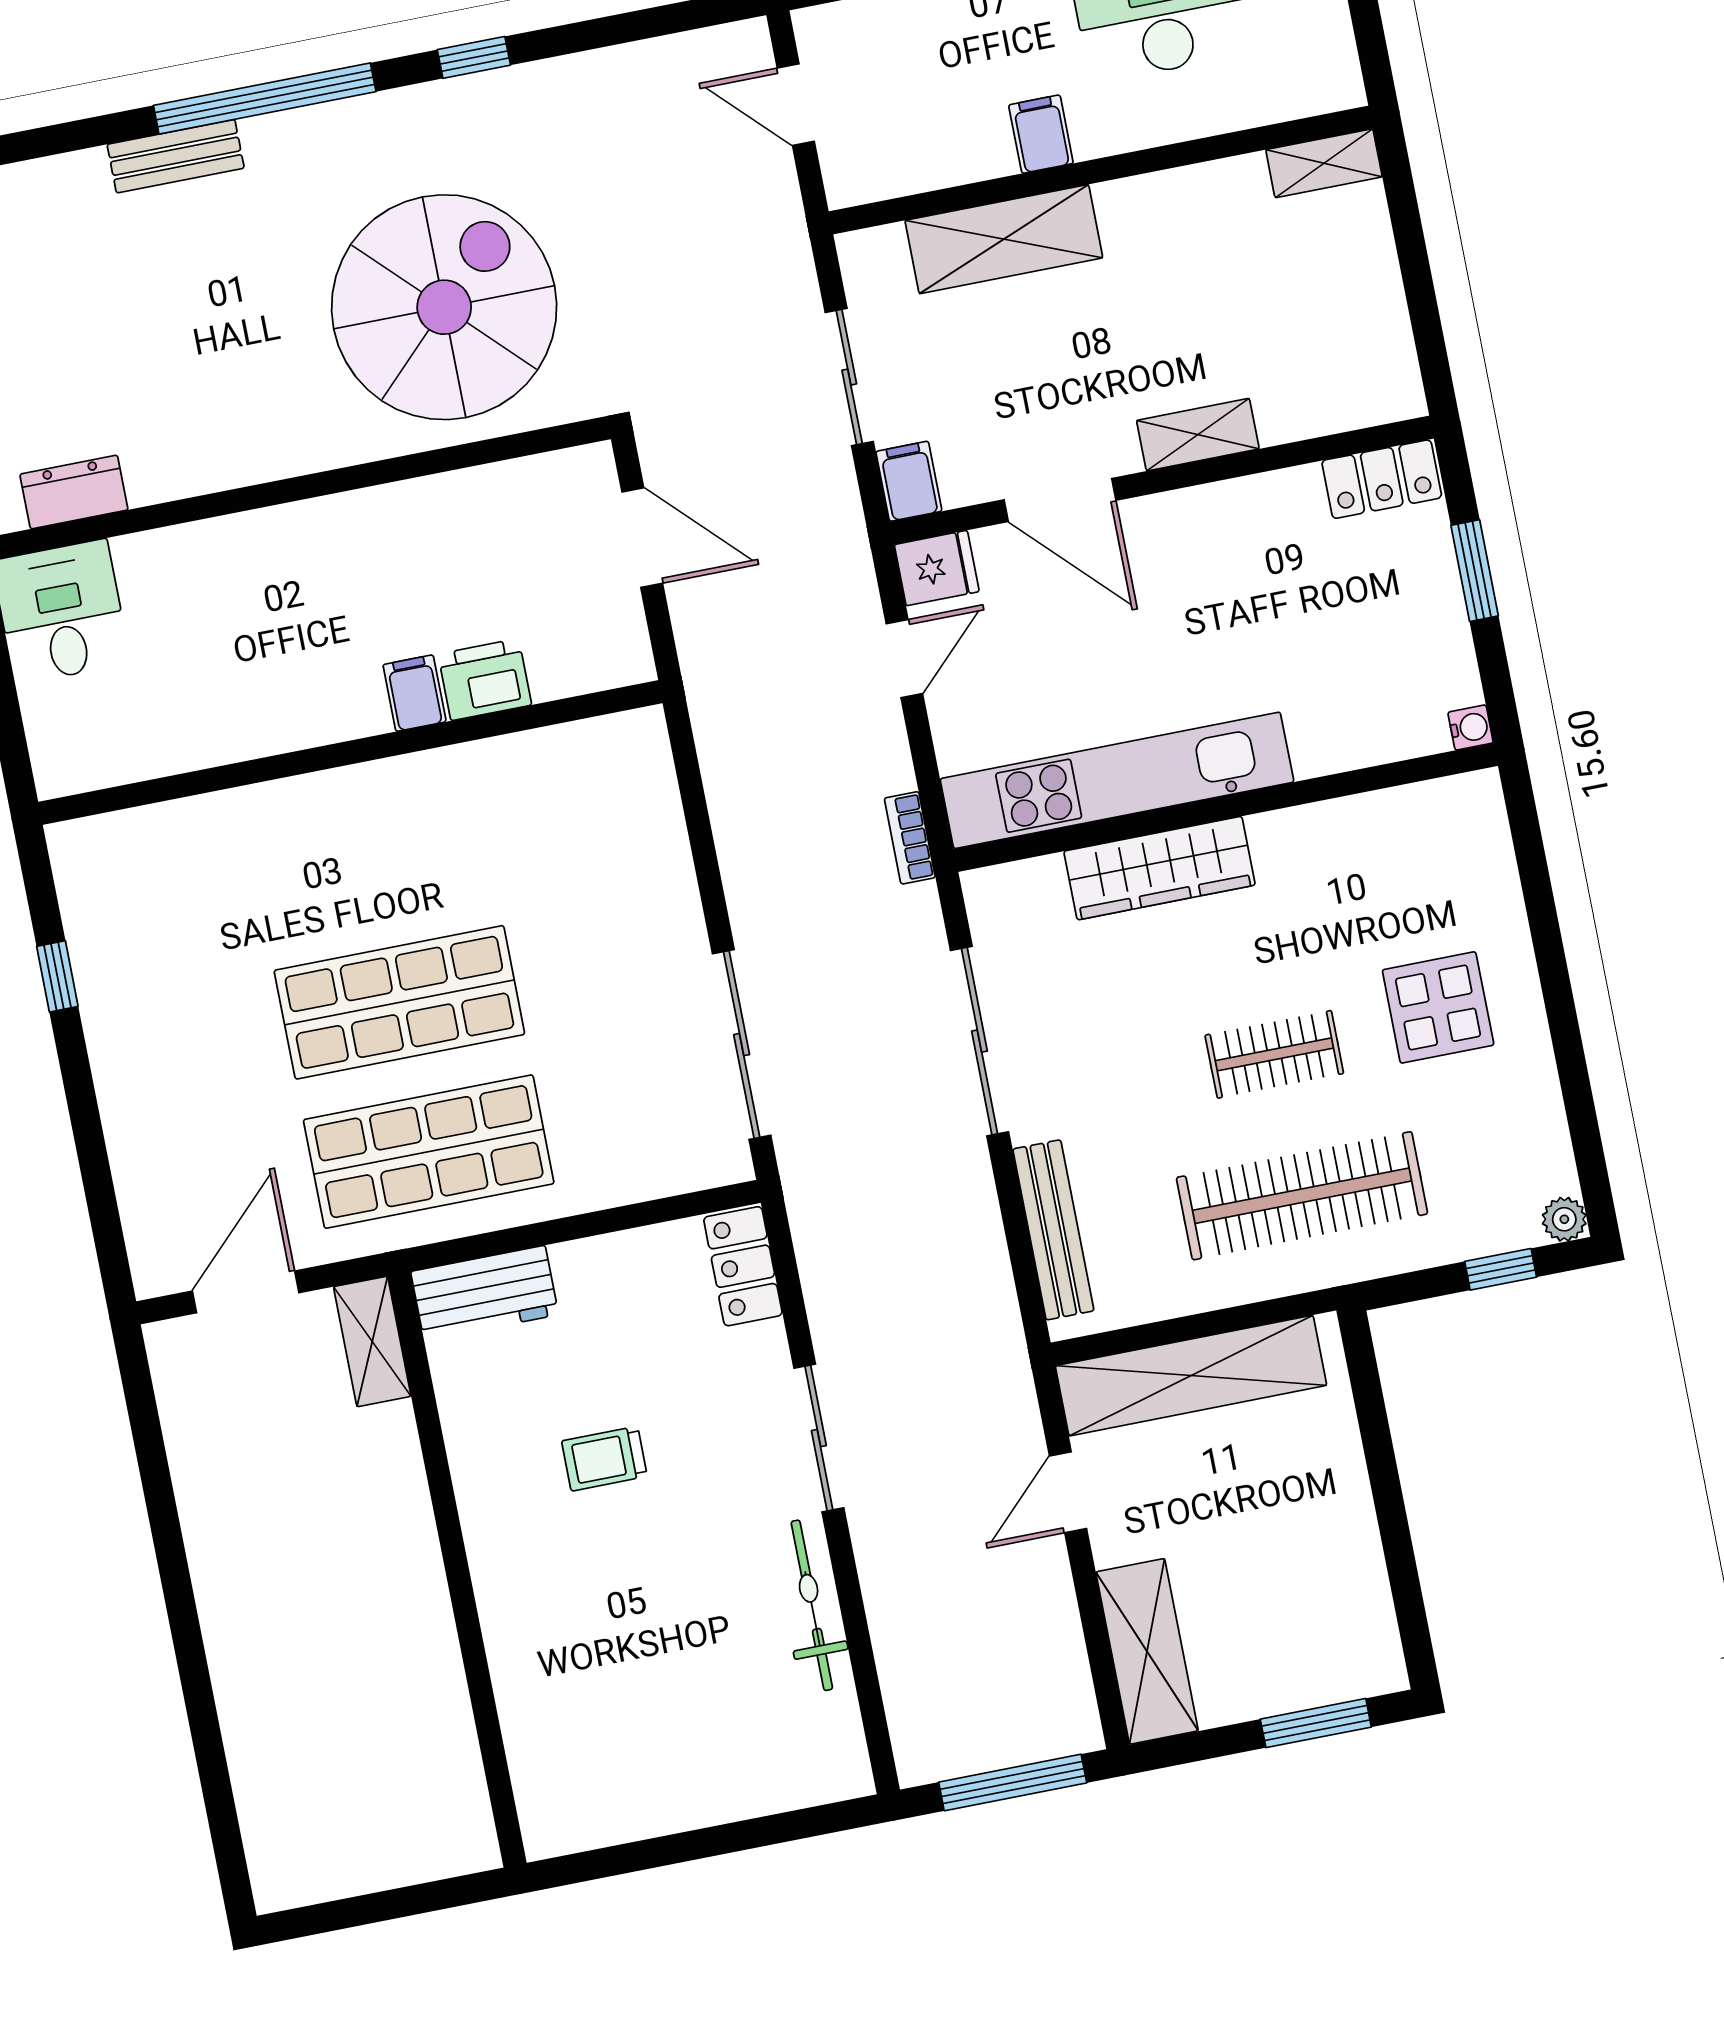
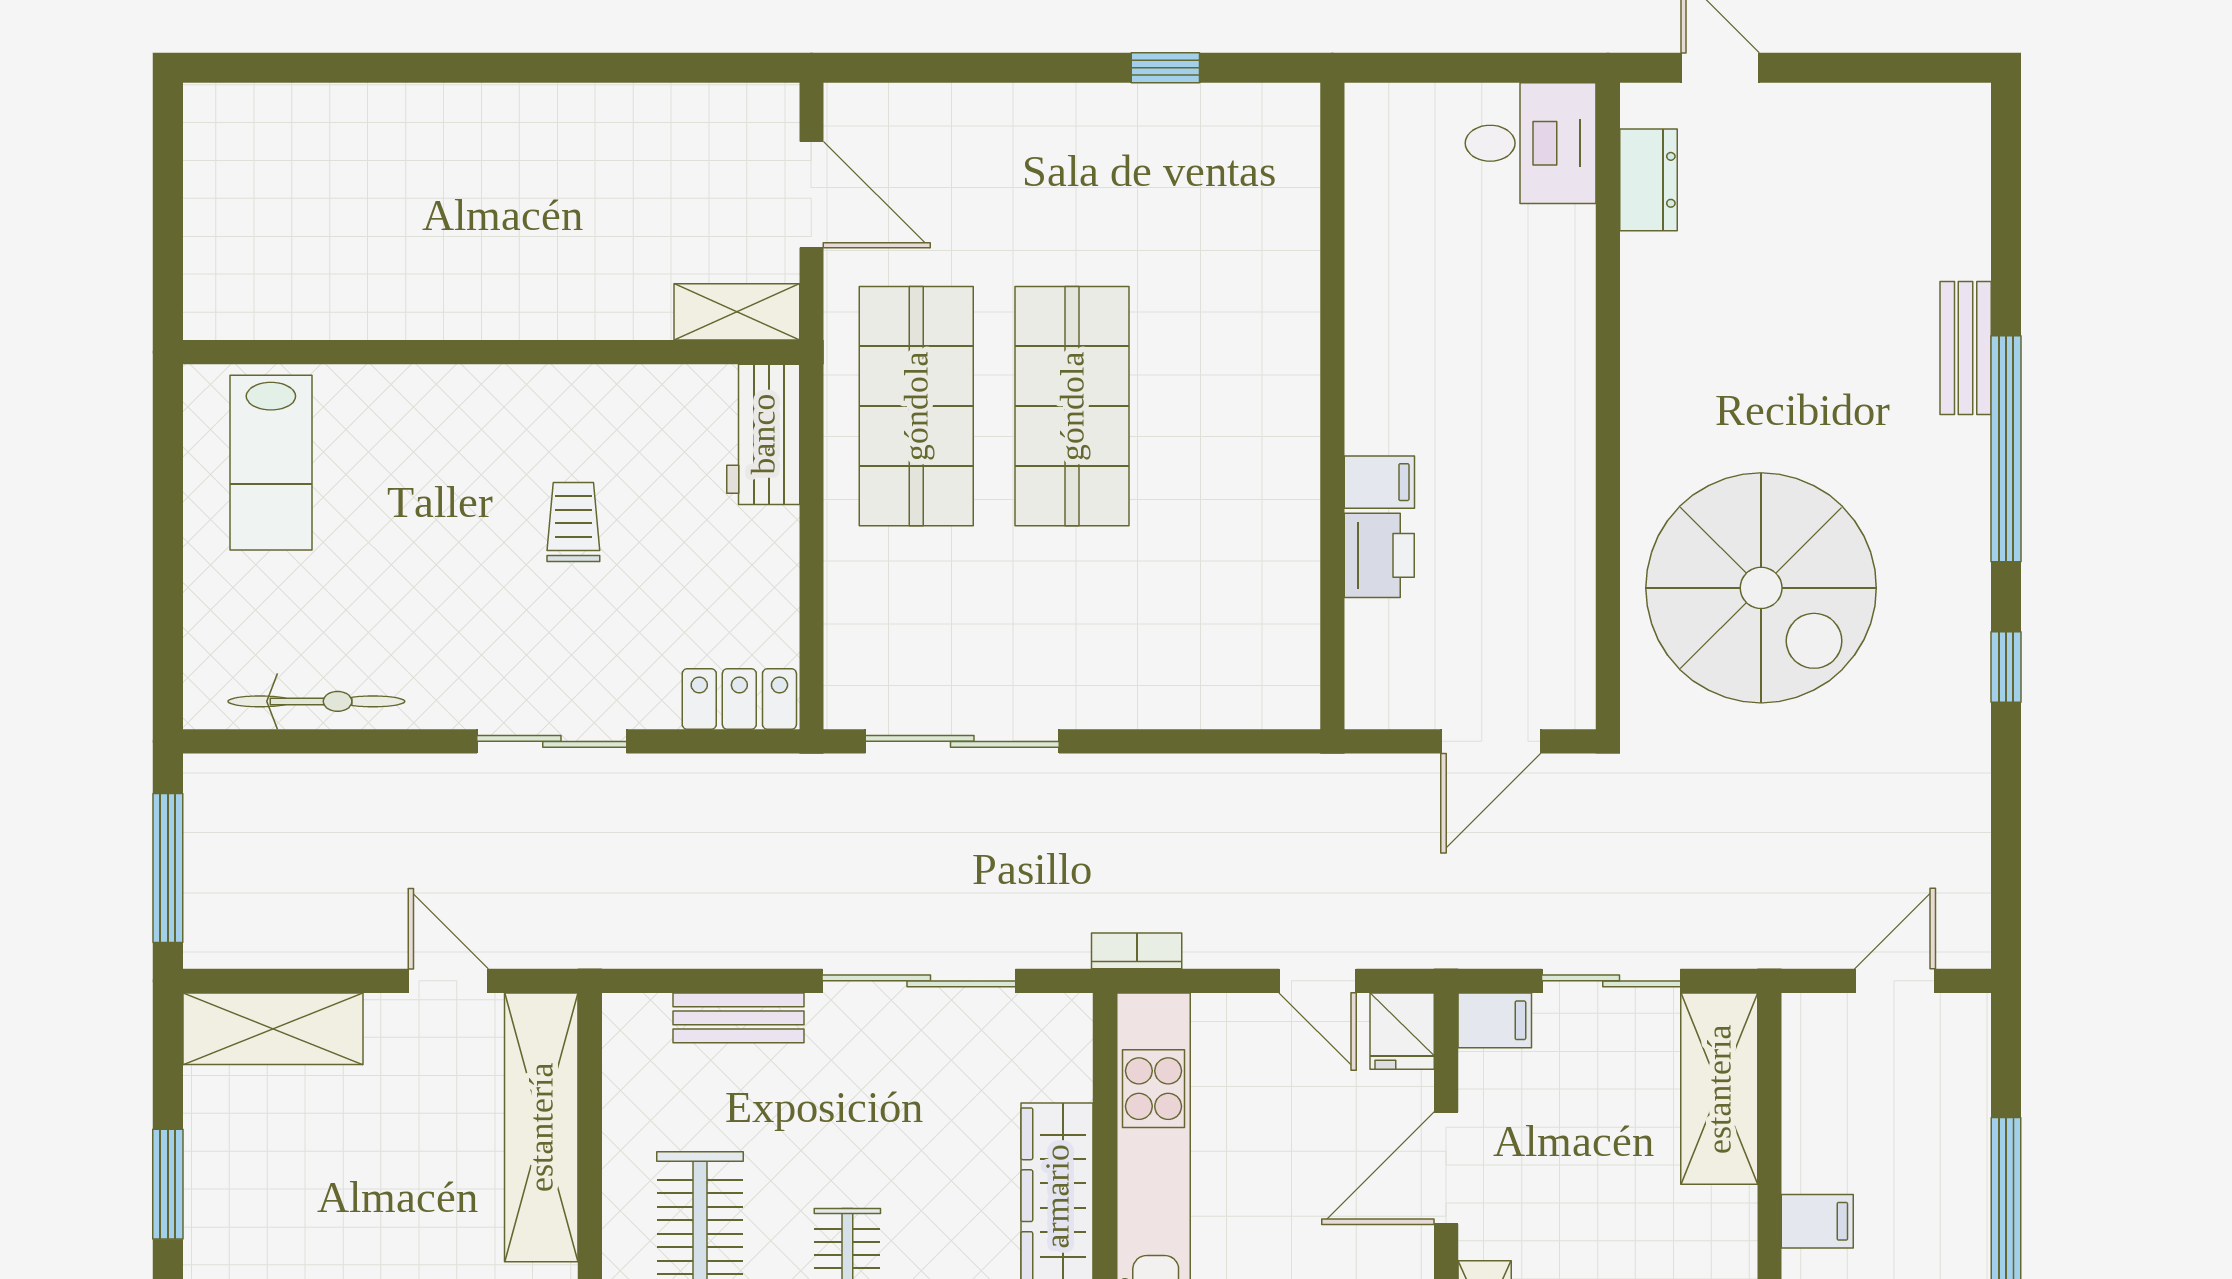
shelving: (1004, 239) -> (1719, 1089), moved
bench: (1053, 1230) -> (738, 1018), width x0.73
bicycle: (812, 1605) -> (316, 701), moved
lab bench: (604, 1760) -> (271, 463), added

